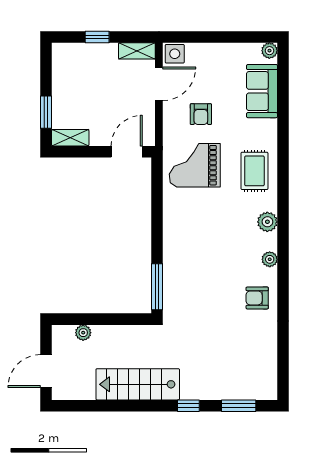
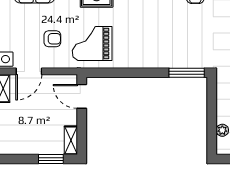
door: (159, 84) -> (29, 71), swing flipped
grand piano: (195, 165) -> (92, 44), turned 90

